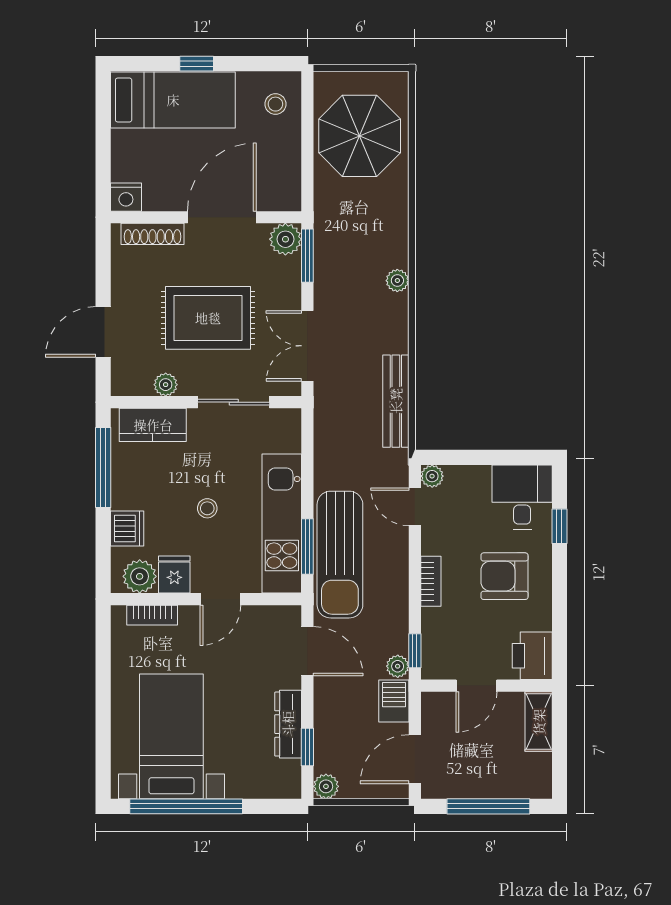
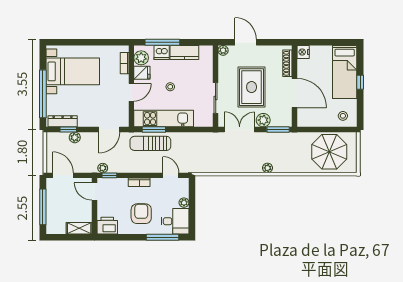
plant: (285, 239) -> (263, 120), moved
plant: (166, 385) -> (223, 50), moved
bench: (396, 401) -> (216, 167), removed
kitchen counter: (153, 425) -> (184, 53), moved, turned -90
window: (103, 468) -> (162, 42), moved
plant: (432, 476) -> (184, 203), moved
door: (415, 507) -> (171, 175), hinge flipped
window: (559, 526) -> (163, 237), width x2.17
sun lounger: (340, 555) -> (150, 143), width x0.73, depth x0.75
door: (220, 599) -> (131, 92), swing flipped
door: (476, 686) -> (94, 191), moved
barbecue: (394, 701) -> (88, 166), removed
dresser: (288, 724) -> (63, 121), moved
plant: (326, 786) -> (75, 137), moved
window: (186, 806) -> (43, 94), moved

